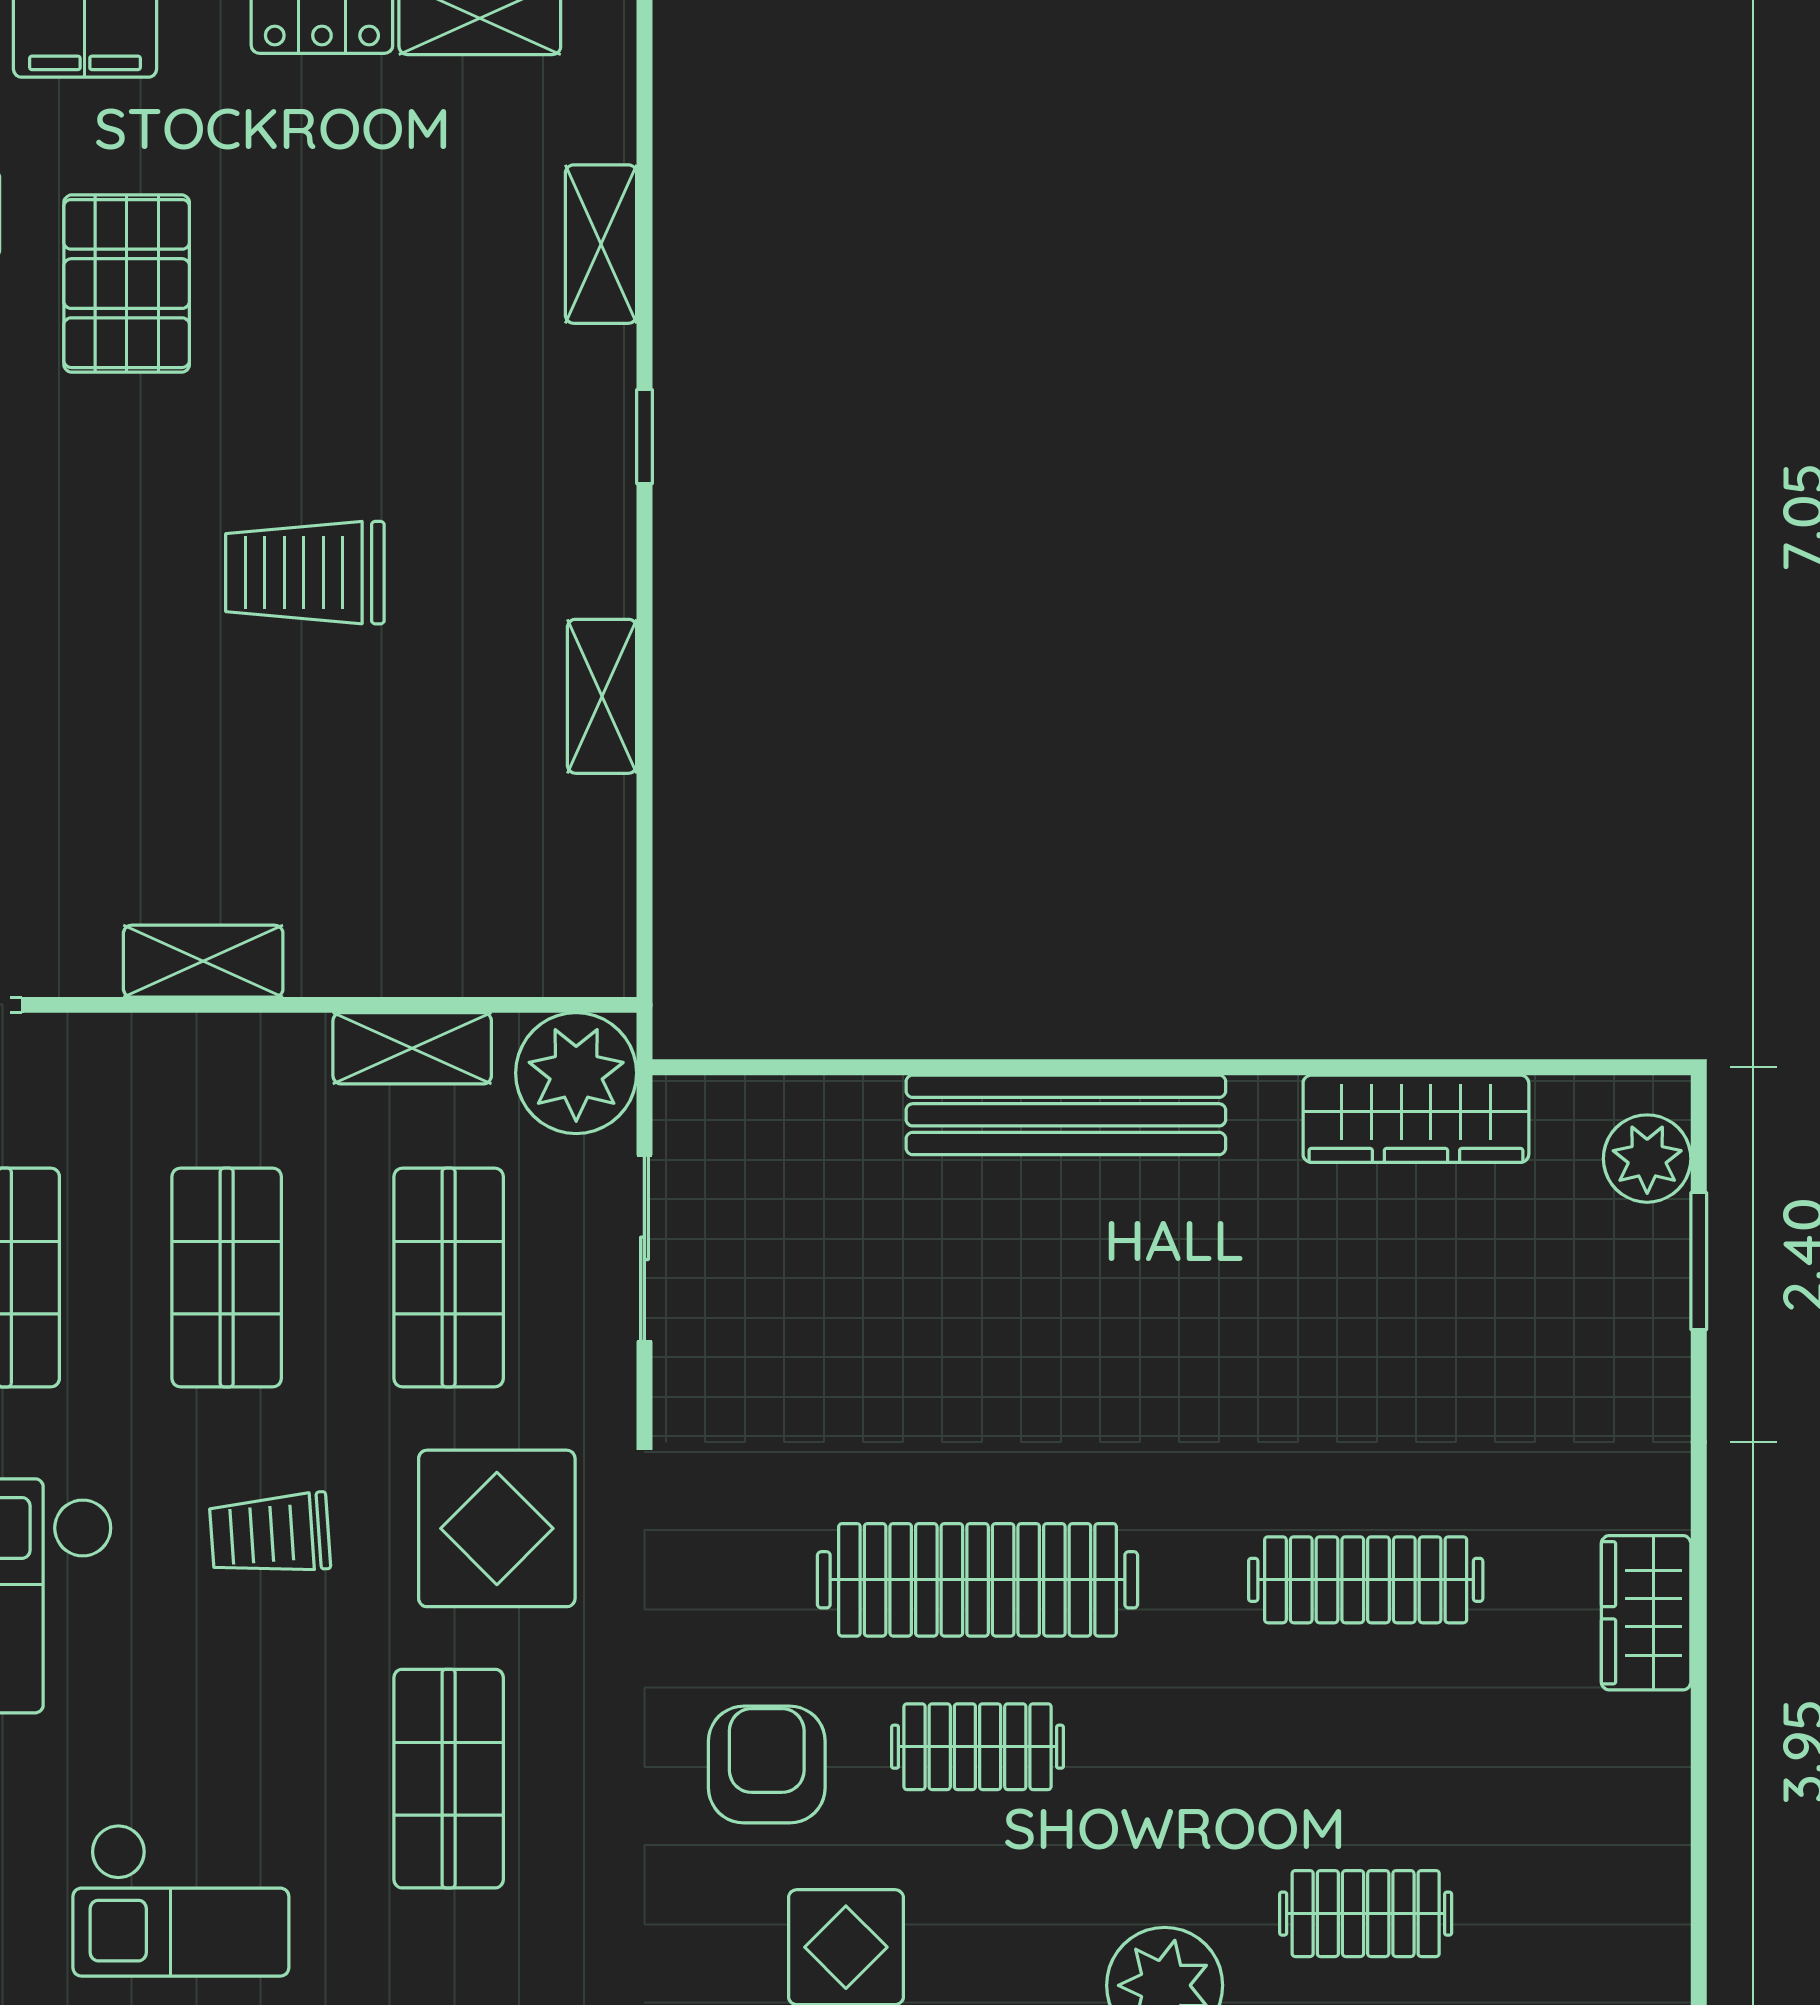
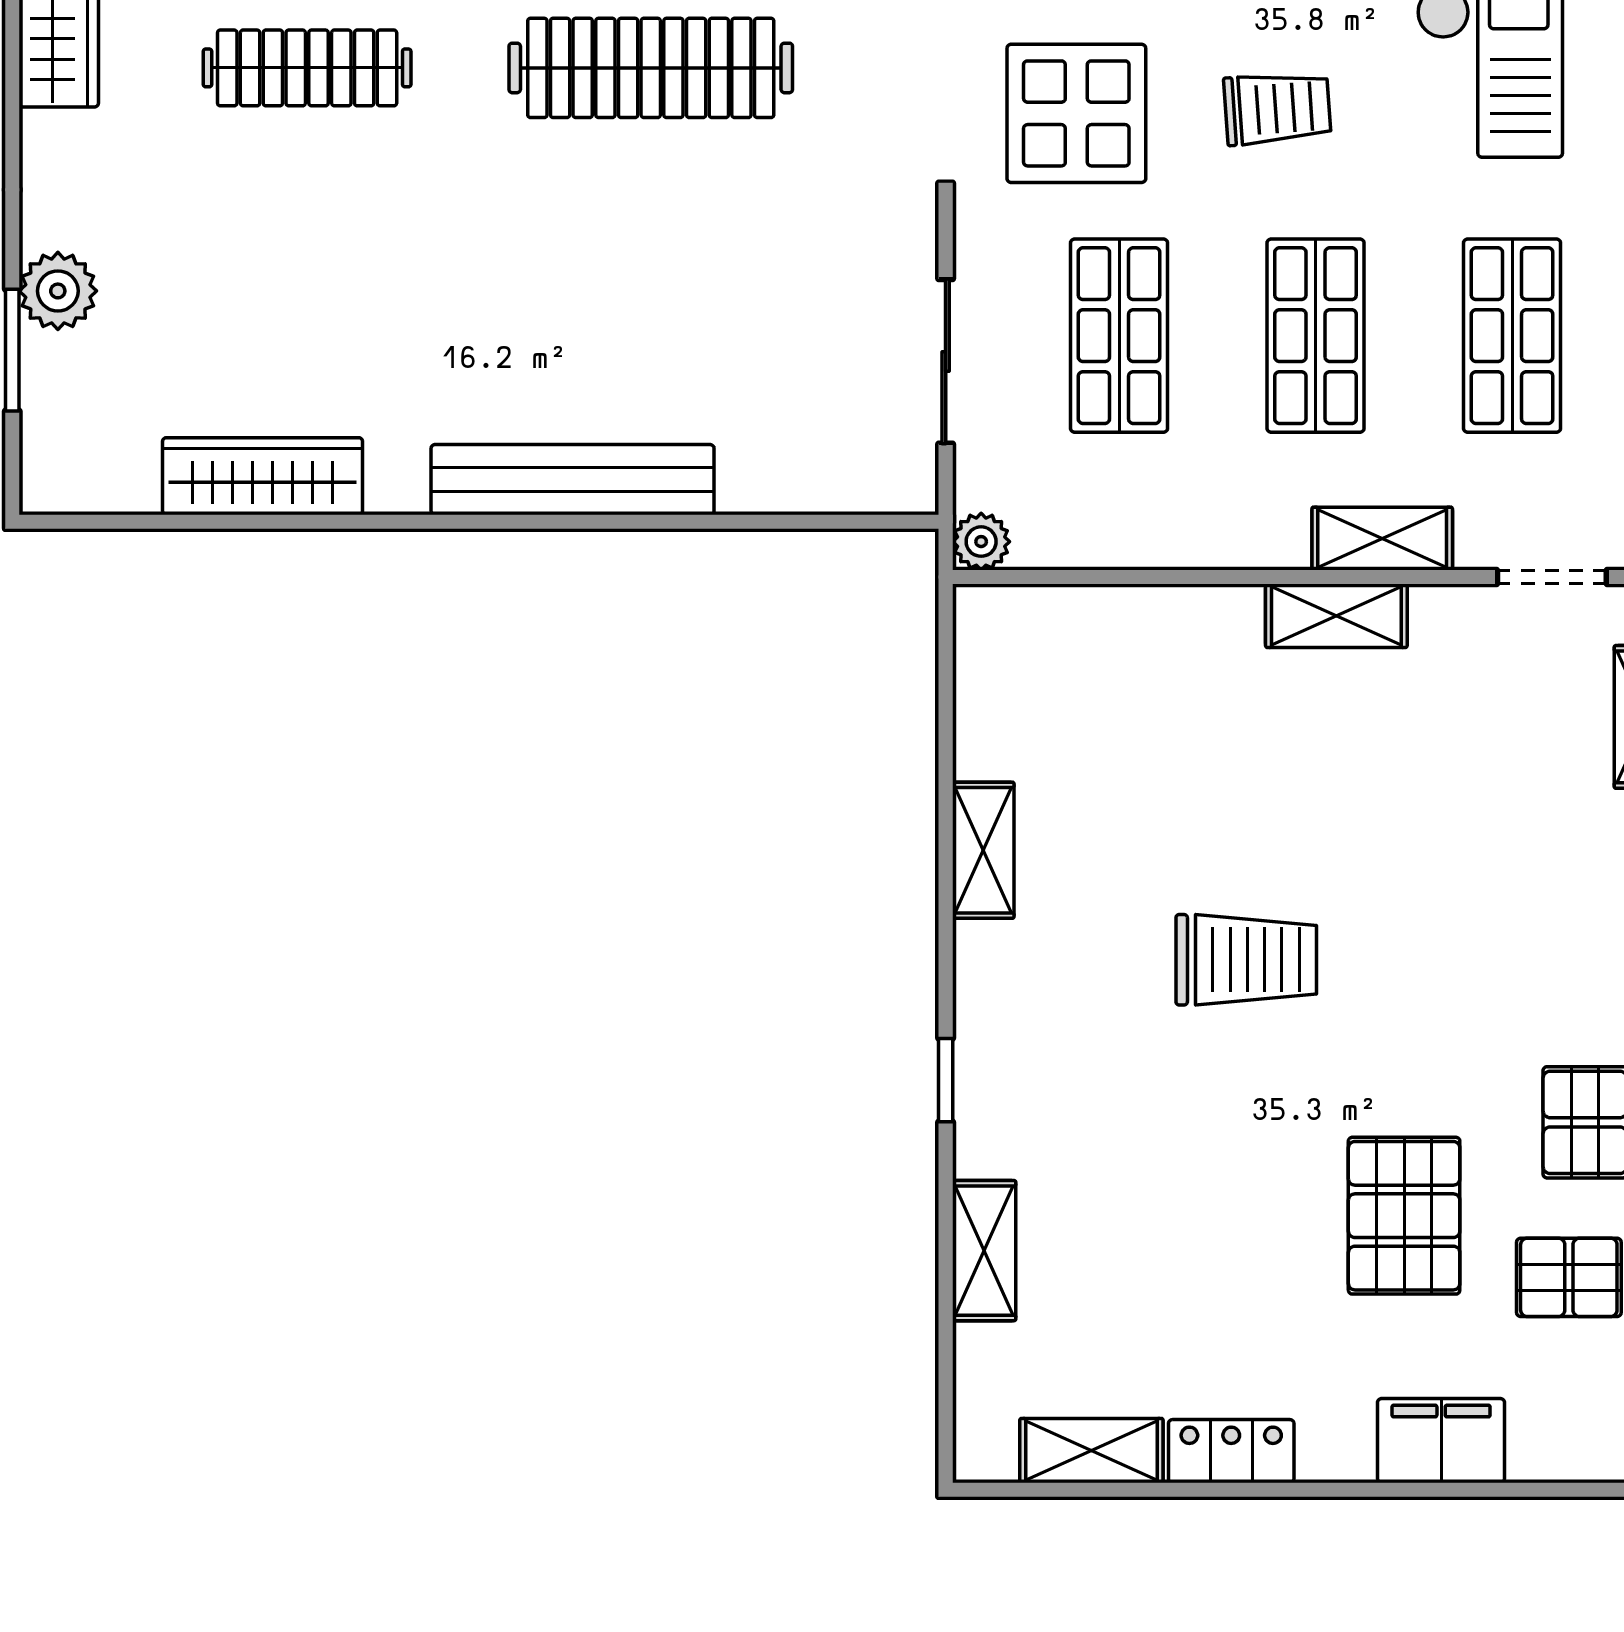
shelving: (412, 1048) -> (1382, 539), moved
plant: (576, 1073) -> (981, 542), width x0.53, depth x0.53
plant: (1647, 1159) -> (58, 291), moved

